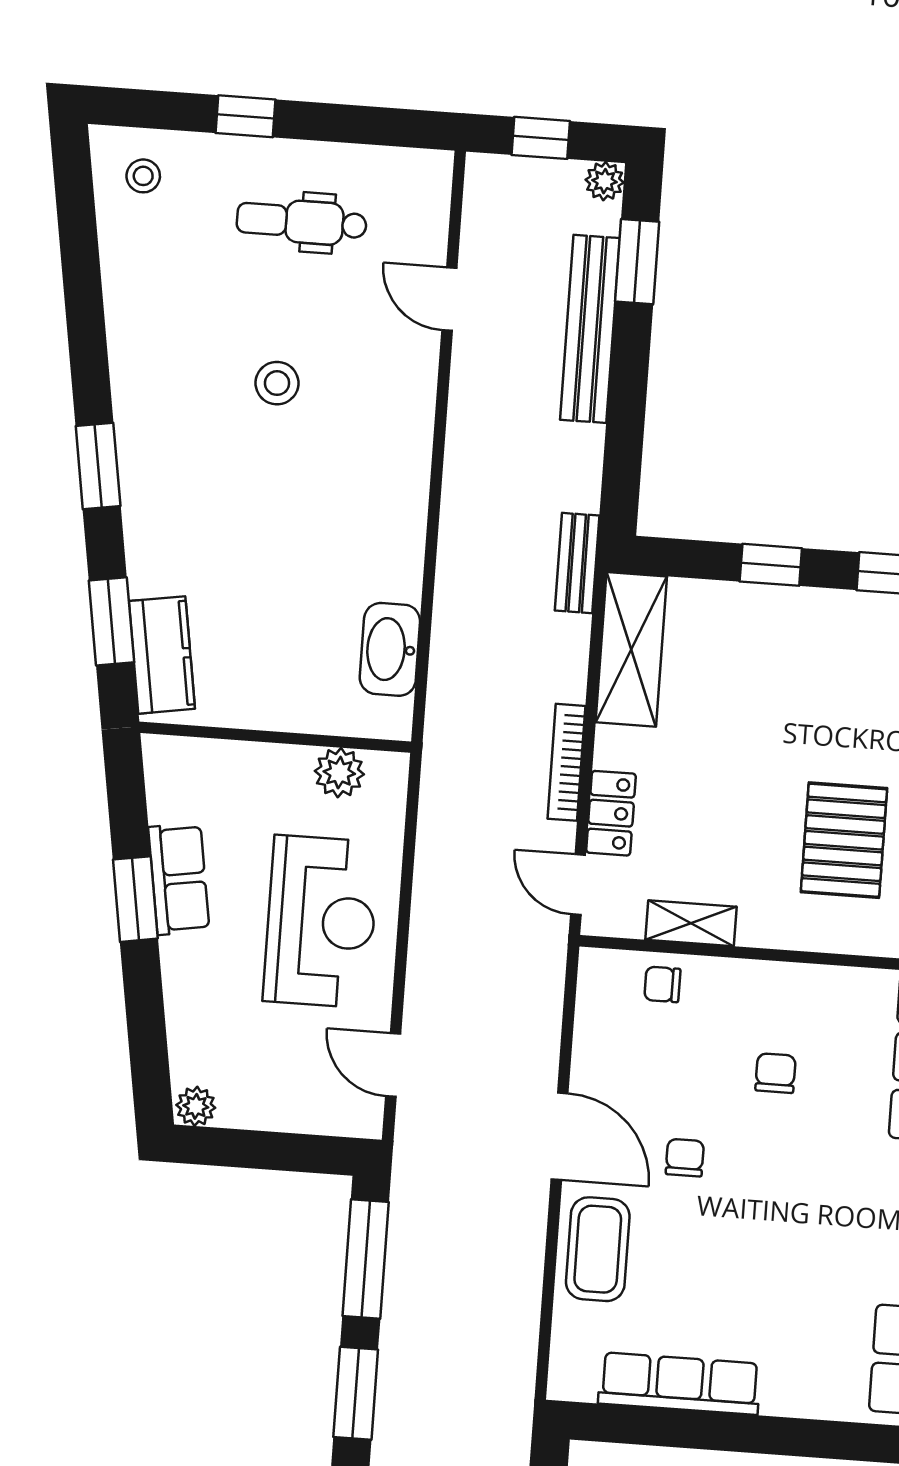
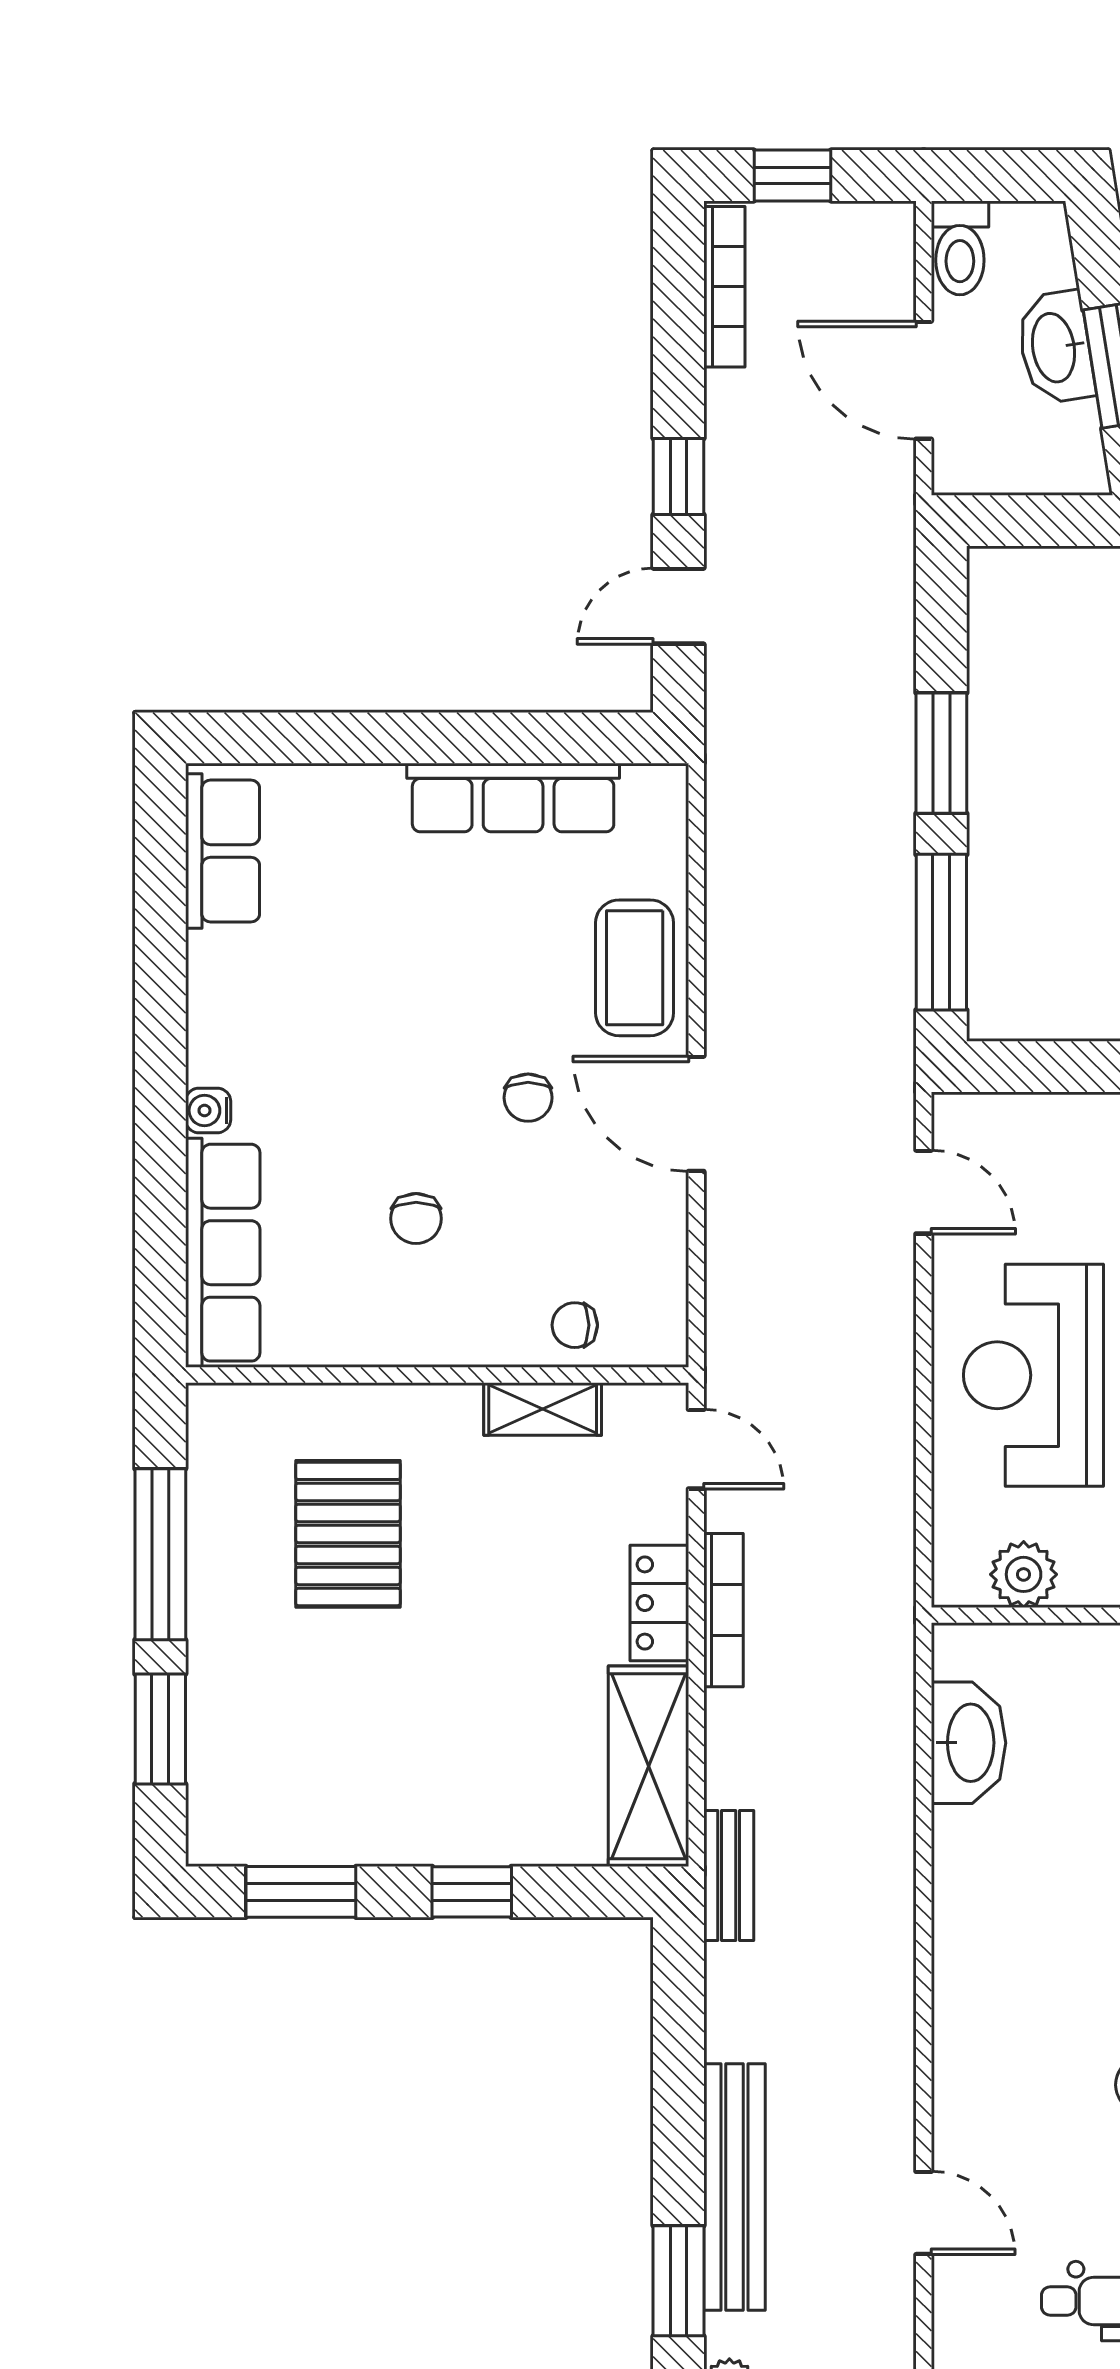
locker: (611, 813) -> (659, 1603), moved
chair: (662, 984) -> (575, 1325), turned 180

